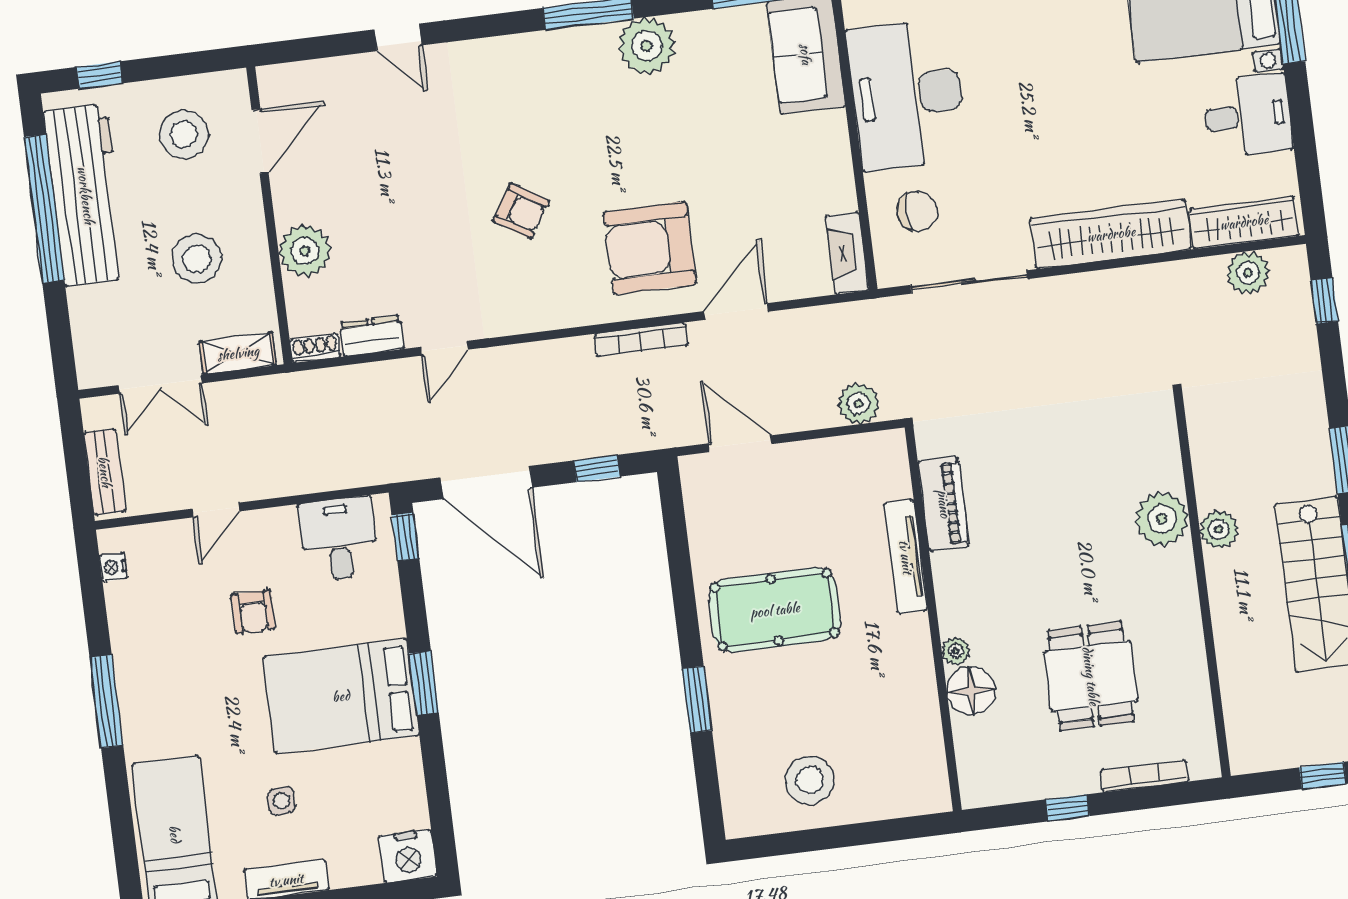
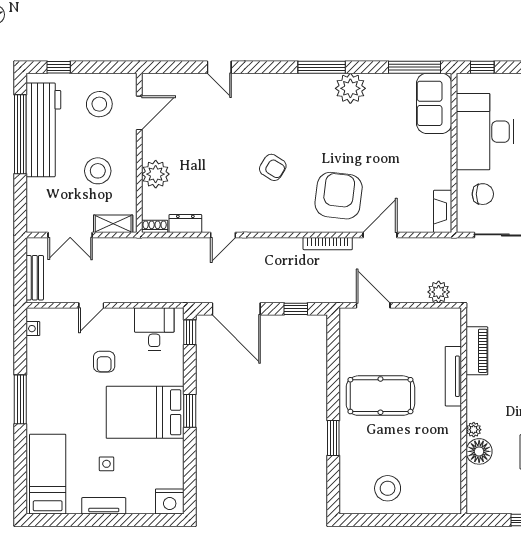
armchair: (650, 248) -> (339, 196), turned 97

